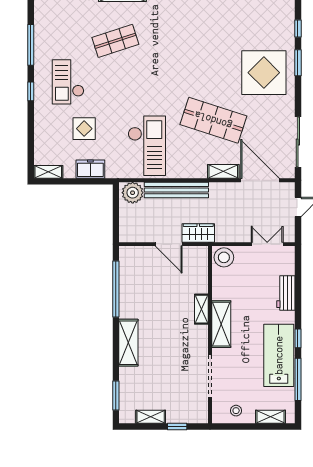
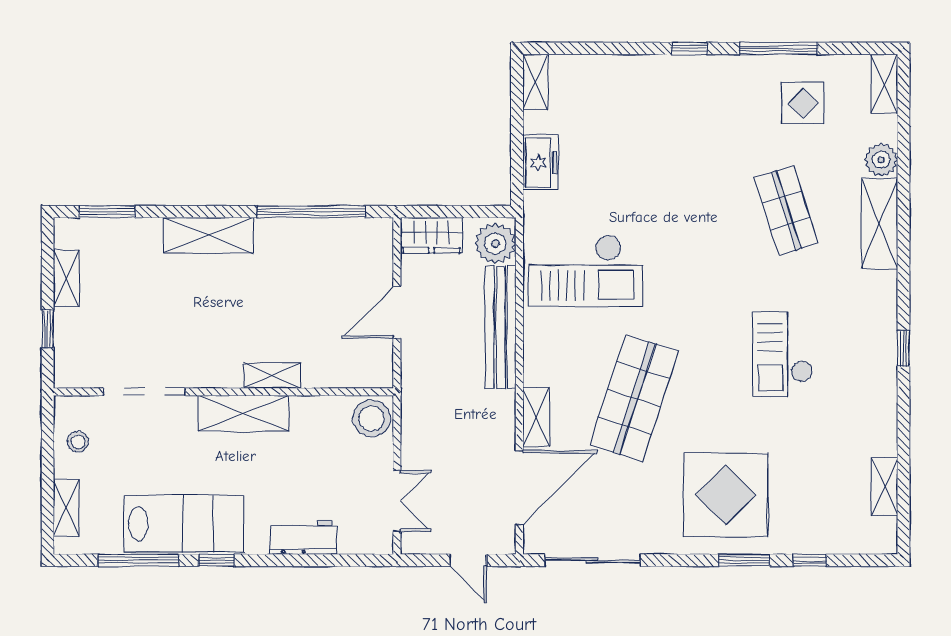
checkout: (68, 82) -> (783, 354), moved, turned -90
display table: (84, 129) -> (803, 103), moved
wardrobe: (198, 233) -> (431, 235), moved, turned 90

